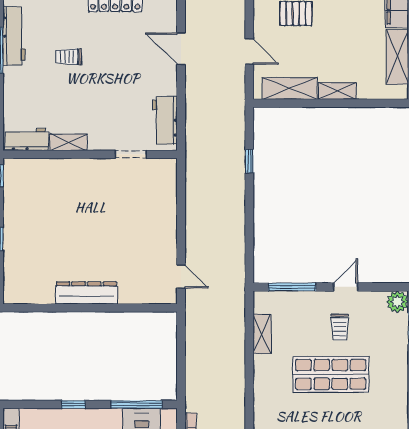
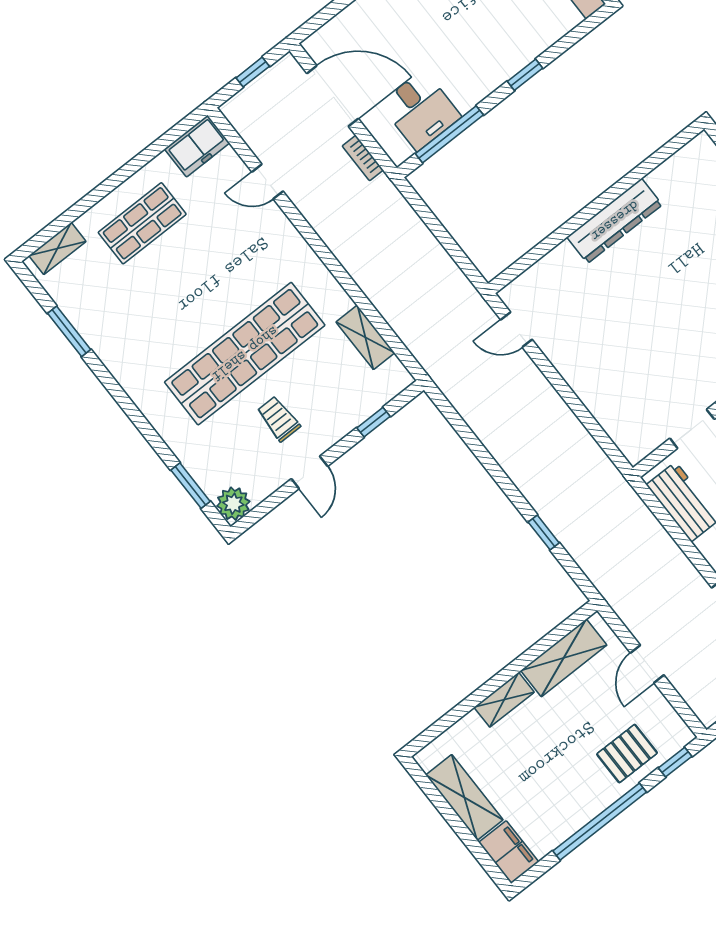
door: (249, 51) -> (647, 664), hinge flipped
window: (292, 287) -> (373, 422), width x0.46
shop shelf: (331, 374) -> (245, 354), width x1.40

